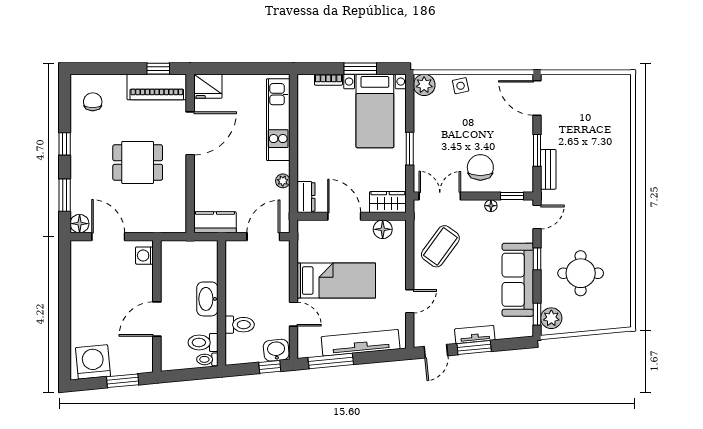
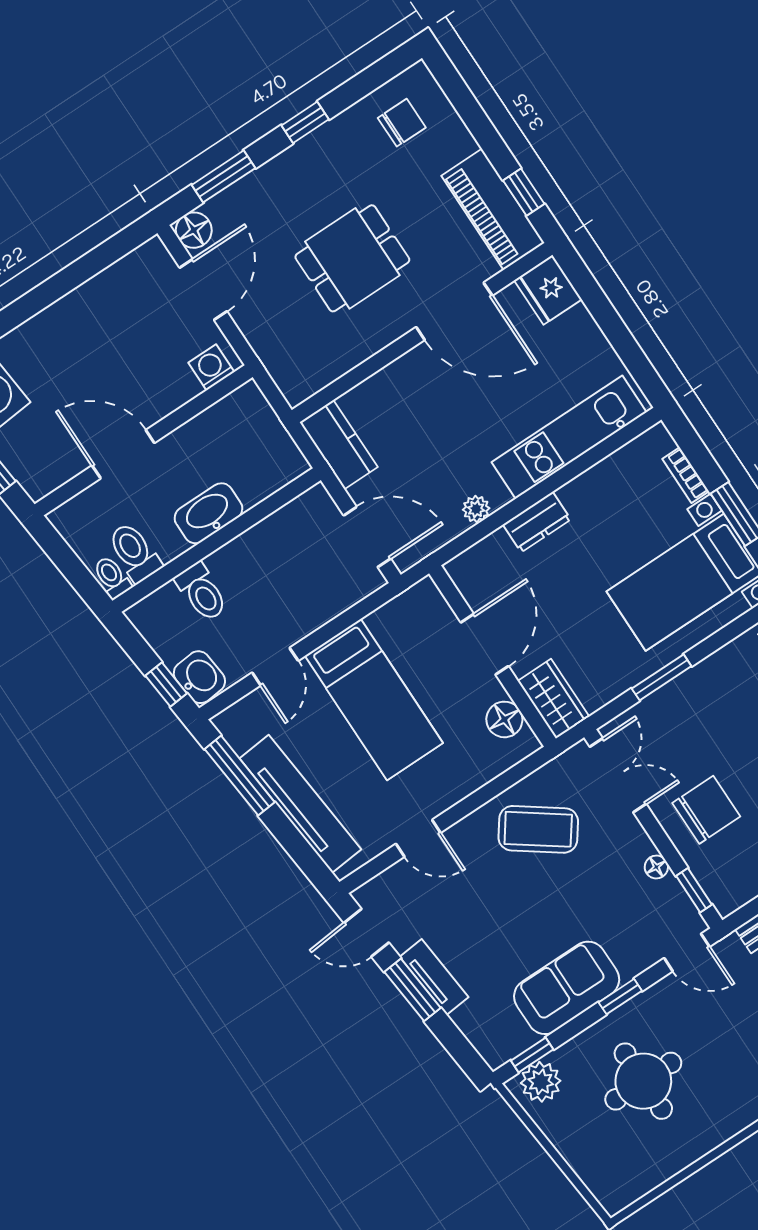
dining table: (138, 163) -> (352, 258), turned 90
dresser: (306, 197) -> (537, 522), moved
sofa: (518, 280) -> (567, 988), width x0.73

